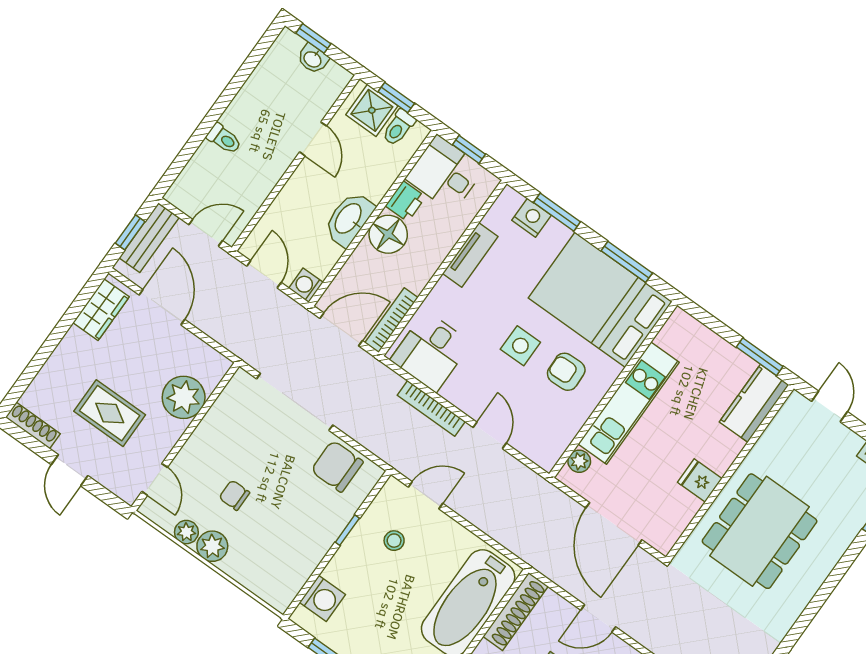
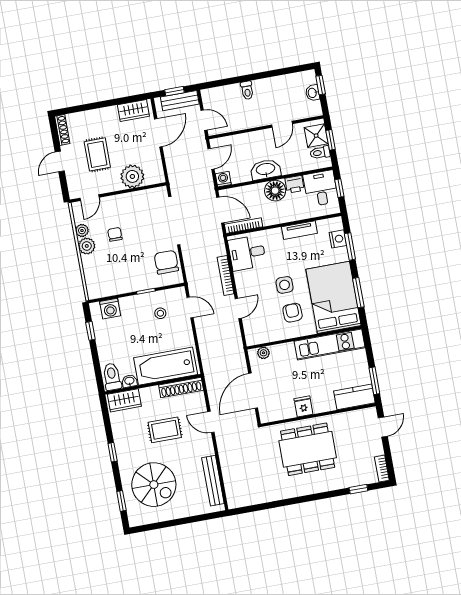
kitchen unit: (629, 403) -> (330, 344), moved

